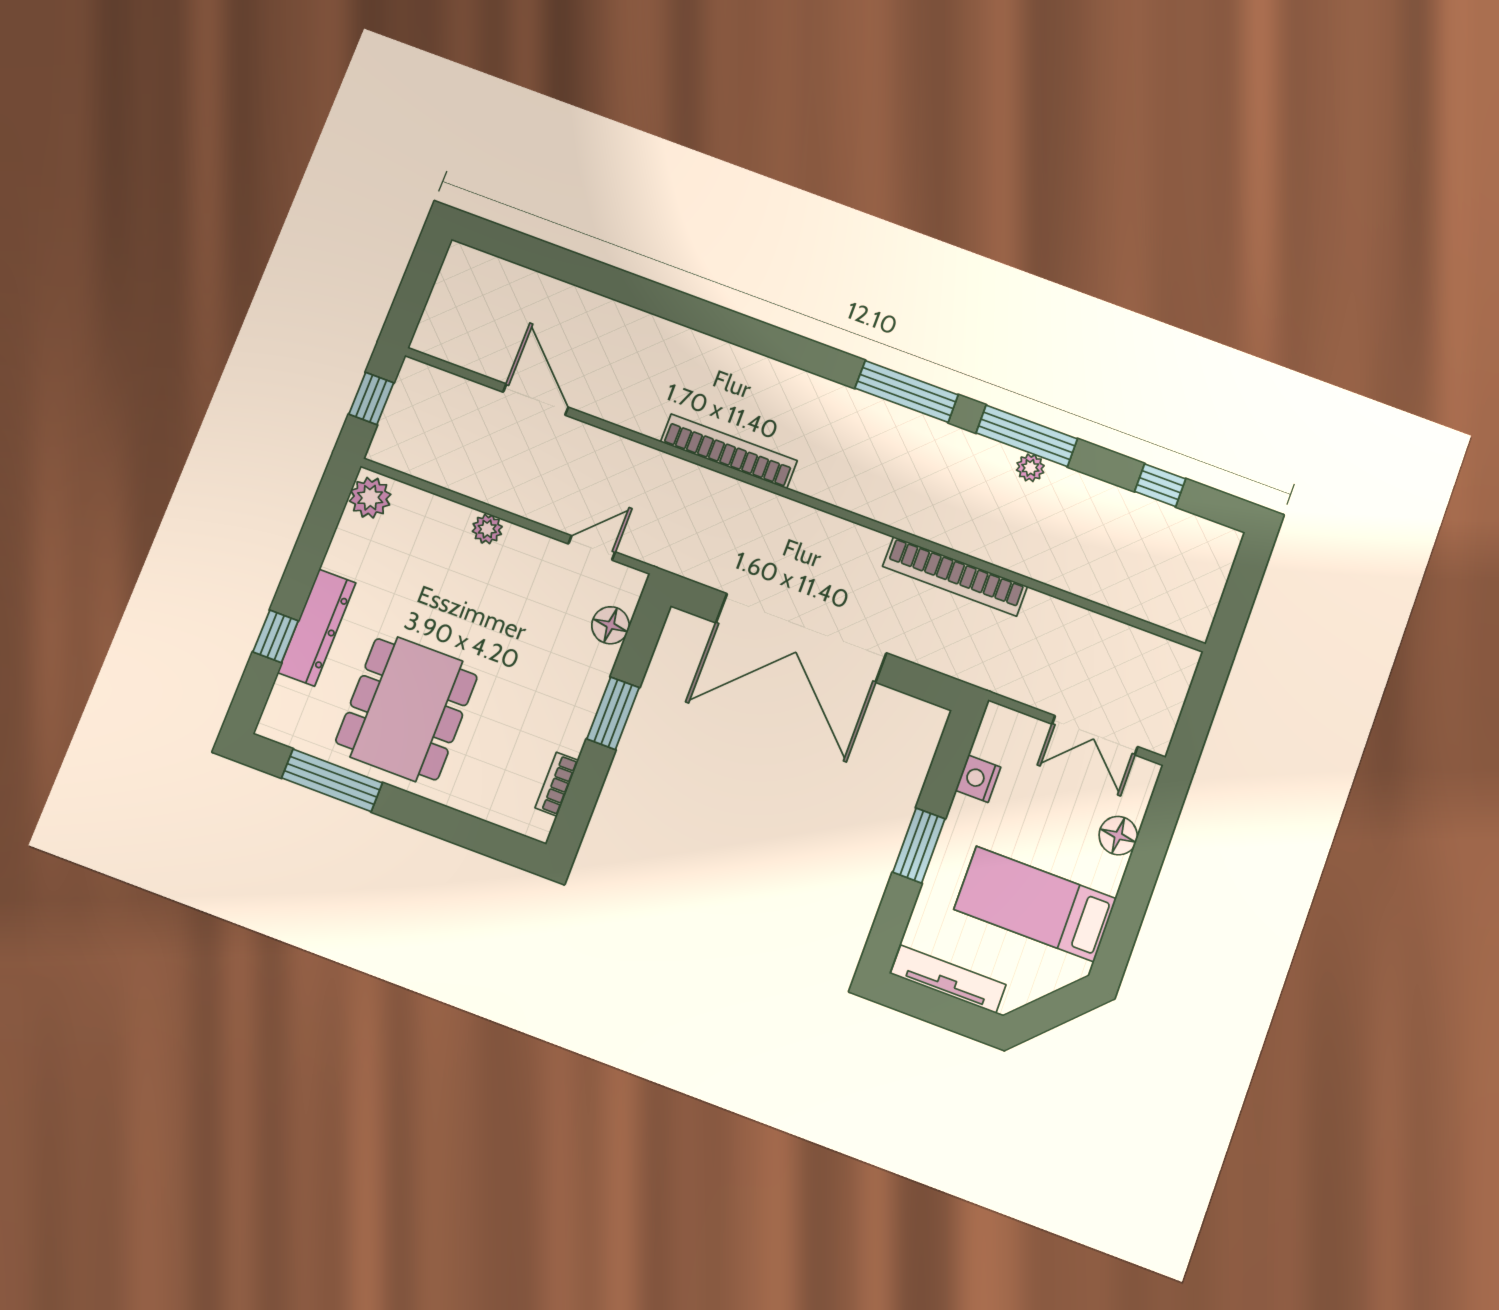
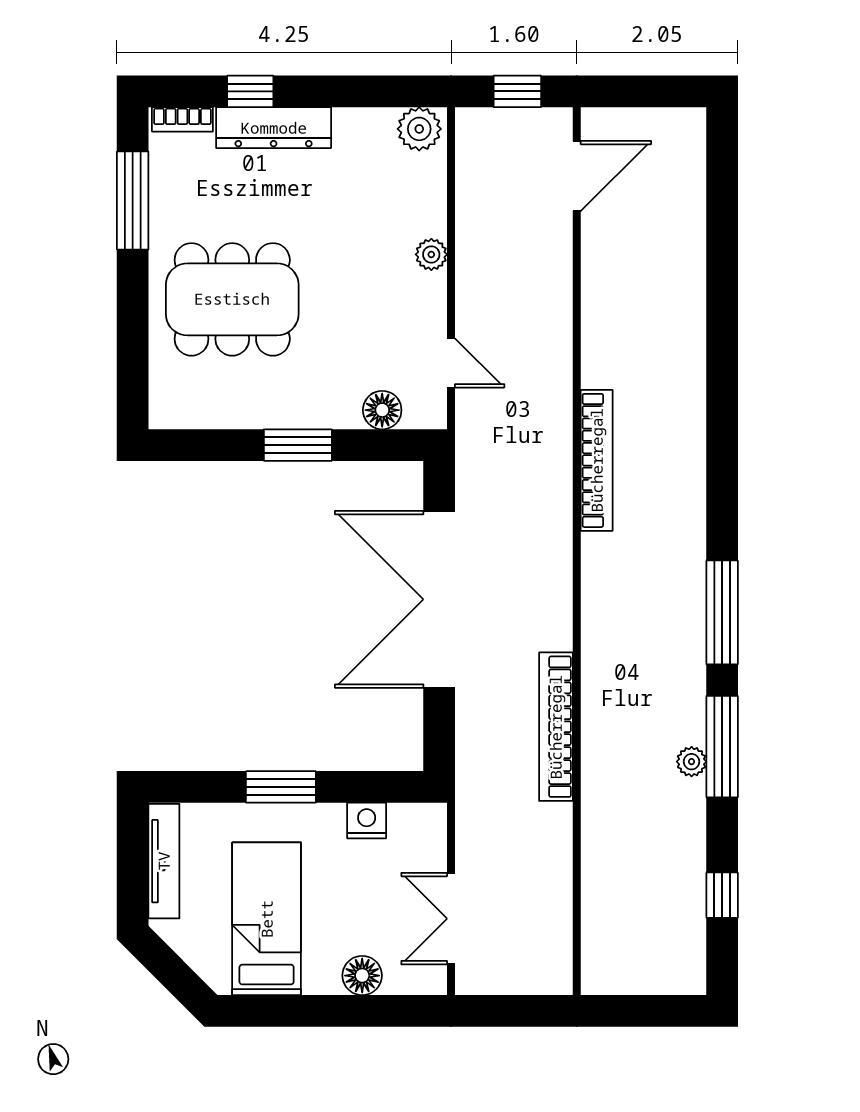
door: (536, 400) -> (577, 176), moved
dining table: (407, 709) -> (232, 299), moved
bookcase: (557, 784) -> (182, 119), moved, turned 180

